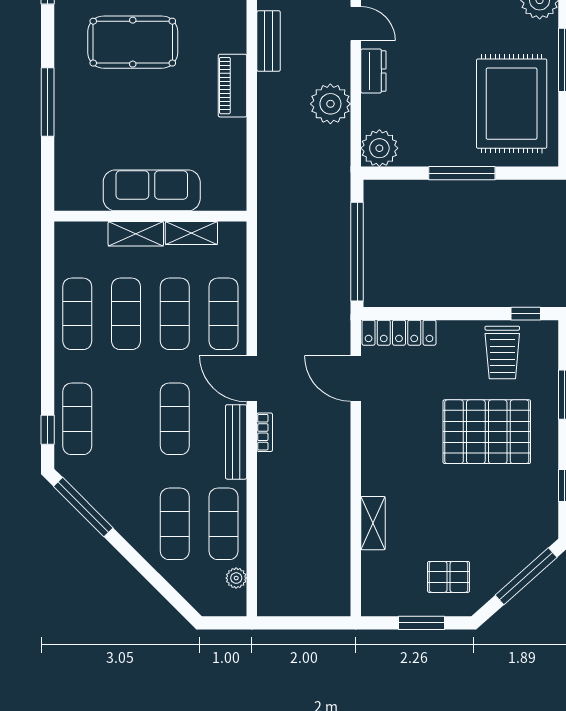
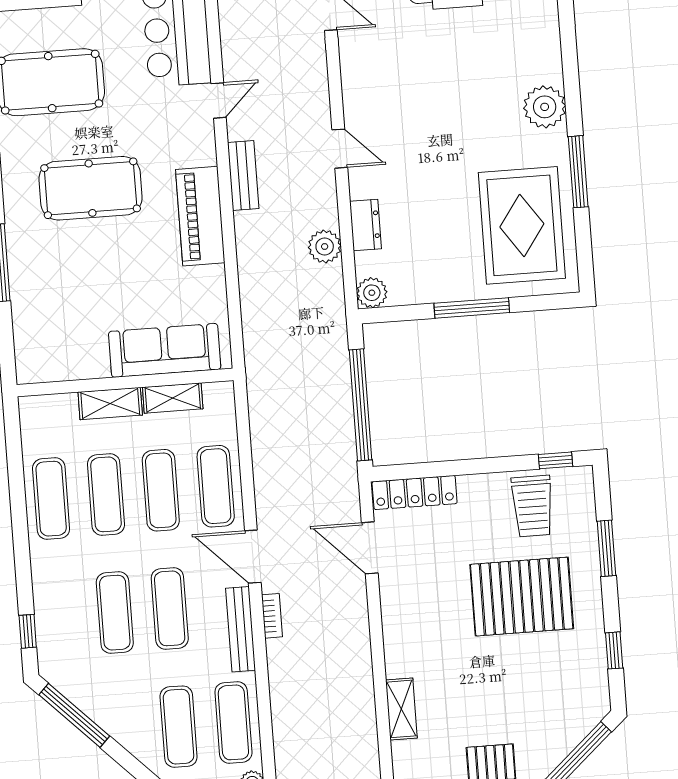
dresser: (373, 71) -> (365, 225), moved
piano: (232, 86) -> (200, 216), width x1.37, depth x1.33
plant: (330, 104) -> (325, 247), width x0.73, depth x0.73
plant: (379, 148) -> (372, 293), width x0.73, depth x0.73
sofa: (152, 190) -> (165, 350), moved
exercise mat: (77, 419) -> (115, 613), moved

